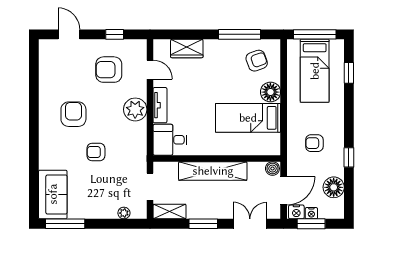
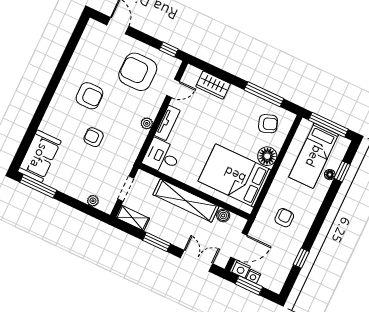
window: (115, 34) -> (169, 50), moved
armchair: (109, 70) -> (138, 72), width x1.36, depth x1.36
door: (150, 70) -> (173, 88), hinge flipped
plant: (135, 109) -> (147, 123), width x0.53, depth x0.53
armchair: (73, 114) -> (90, 96), turned 90
bed: (248, 118) -> (235, 175), width x1.50
armchair: (314, 143) -> (284, 218), turned 90
window: (349, 157) -> (301, 258), moved
boiler: (272, 169) -> (223, 215), moved
floor lamp: (334, 187) -> (330, 175), moved, width x0.53, depth x0.53

